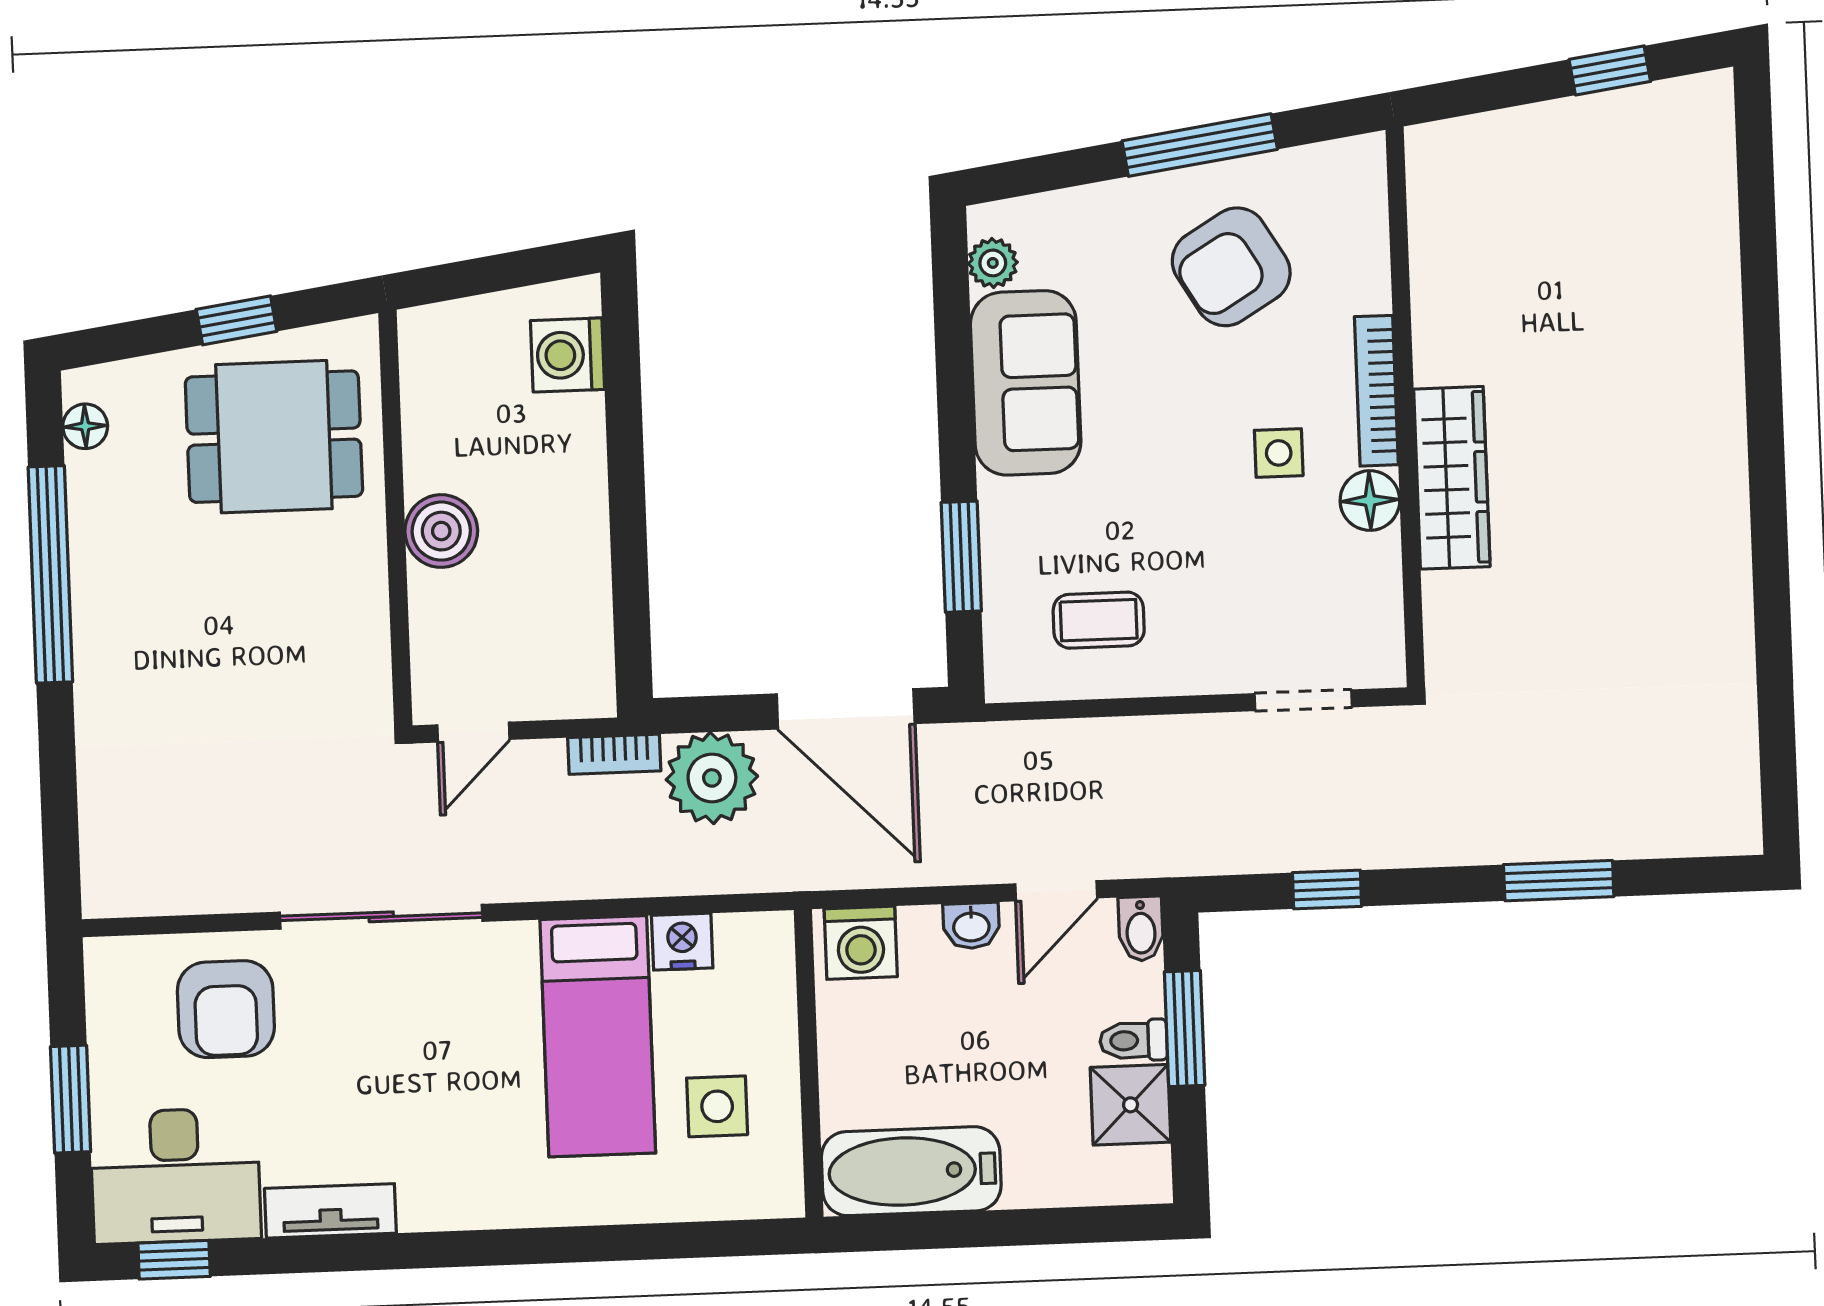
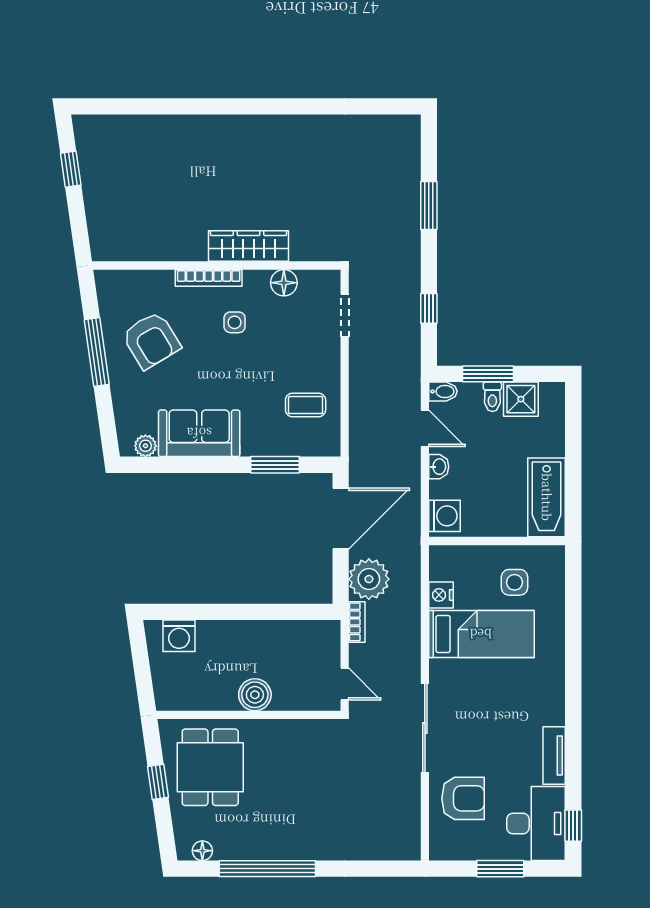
floor lamp: (1370, 501) -> (284, 283), moved
coffee table: (1099, 620) -> (306, 405), turned 90

